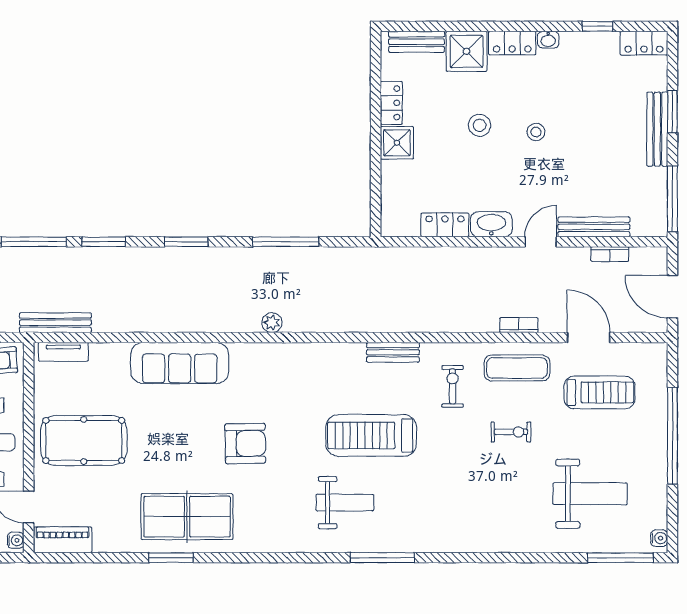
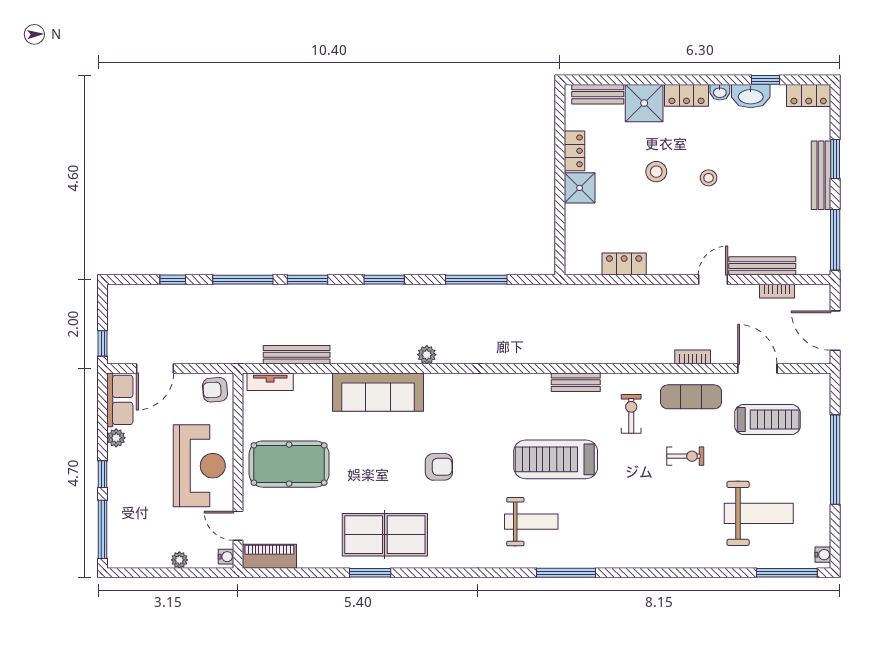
washbasin: (491, 224) -> (751, 96), moved, turned 180
bench: (55, 323) -> (297, 355), moved
plant: (272, 323) -> (427, 355), moved
armchair: (245, 443) -> (439, 467), width x0.72, depth x0.72

